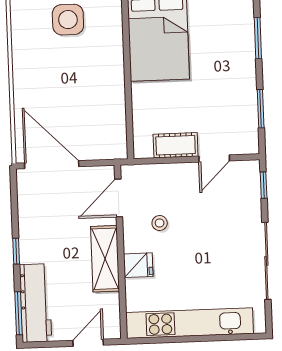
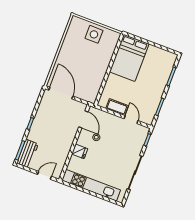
door: (214, 158) -> (131, 120), swing flipped
door: (119, 198) -> (83, 119), swing flipped
shelving: (105, 259) -> (67, 143), removed
workbench: (36, 303) -> (27, 154), width x0.73

